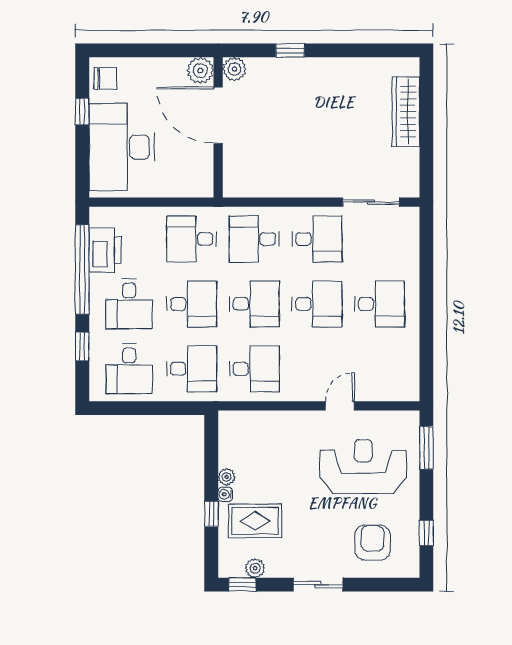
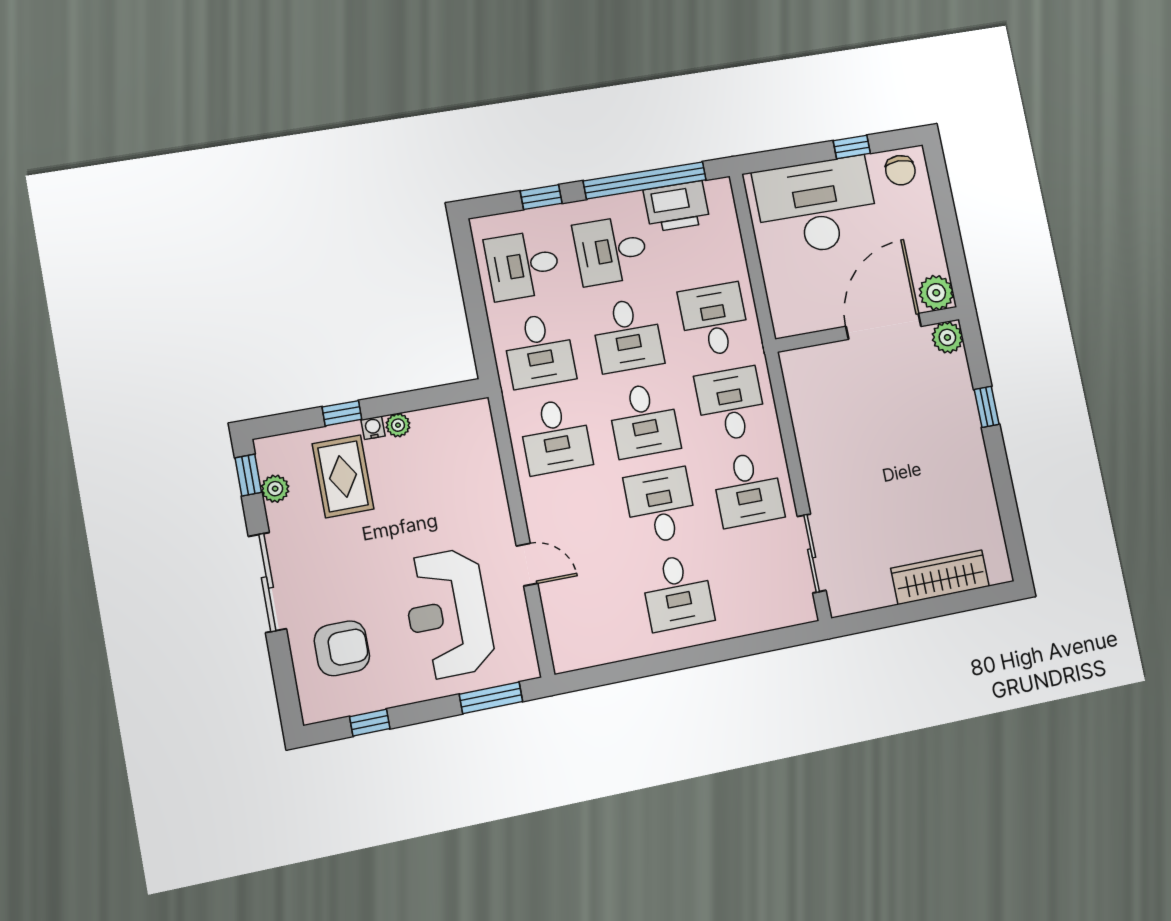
desk: (317, 304) -> (661, 506), turned 180
reception desk: (363, 466) -> (448, 614), turned 180
sliding door: (318, 585) -> (267, 583), width x1.37

